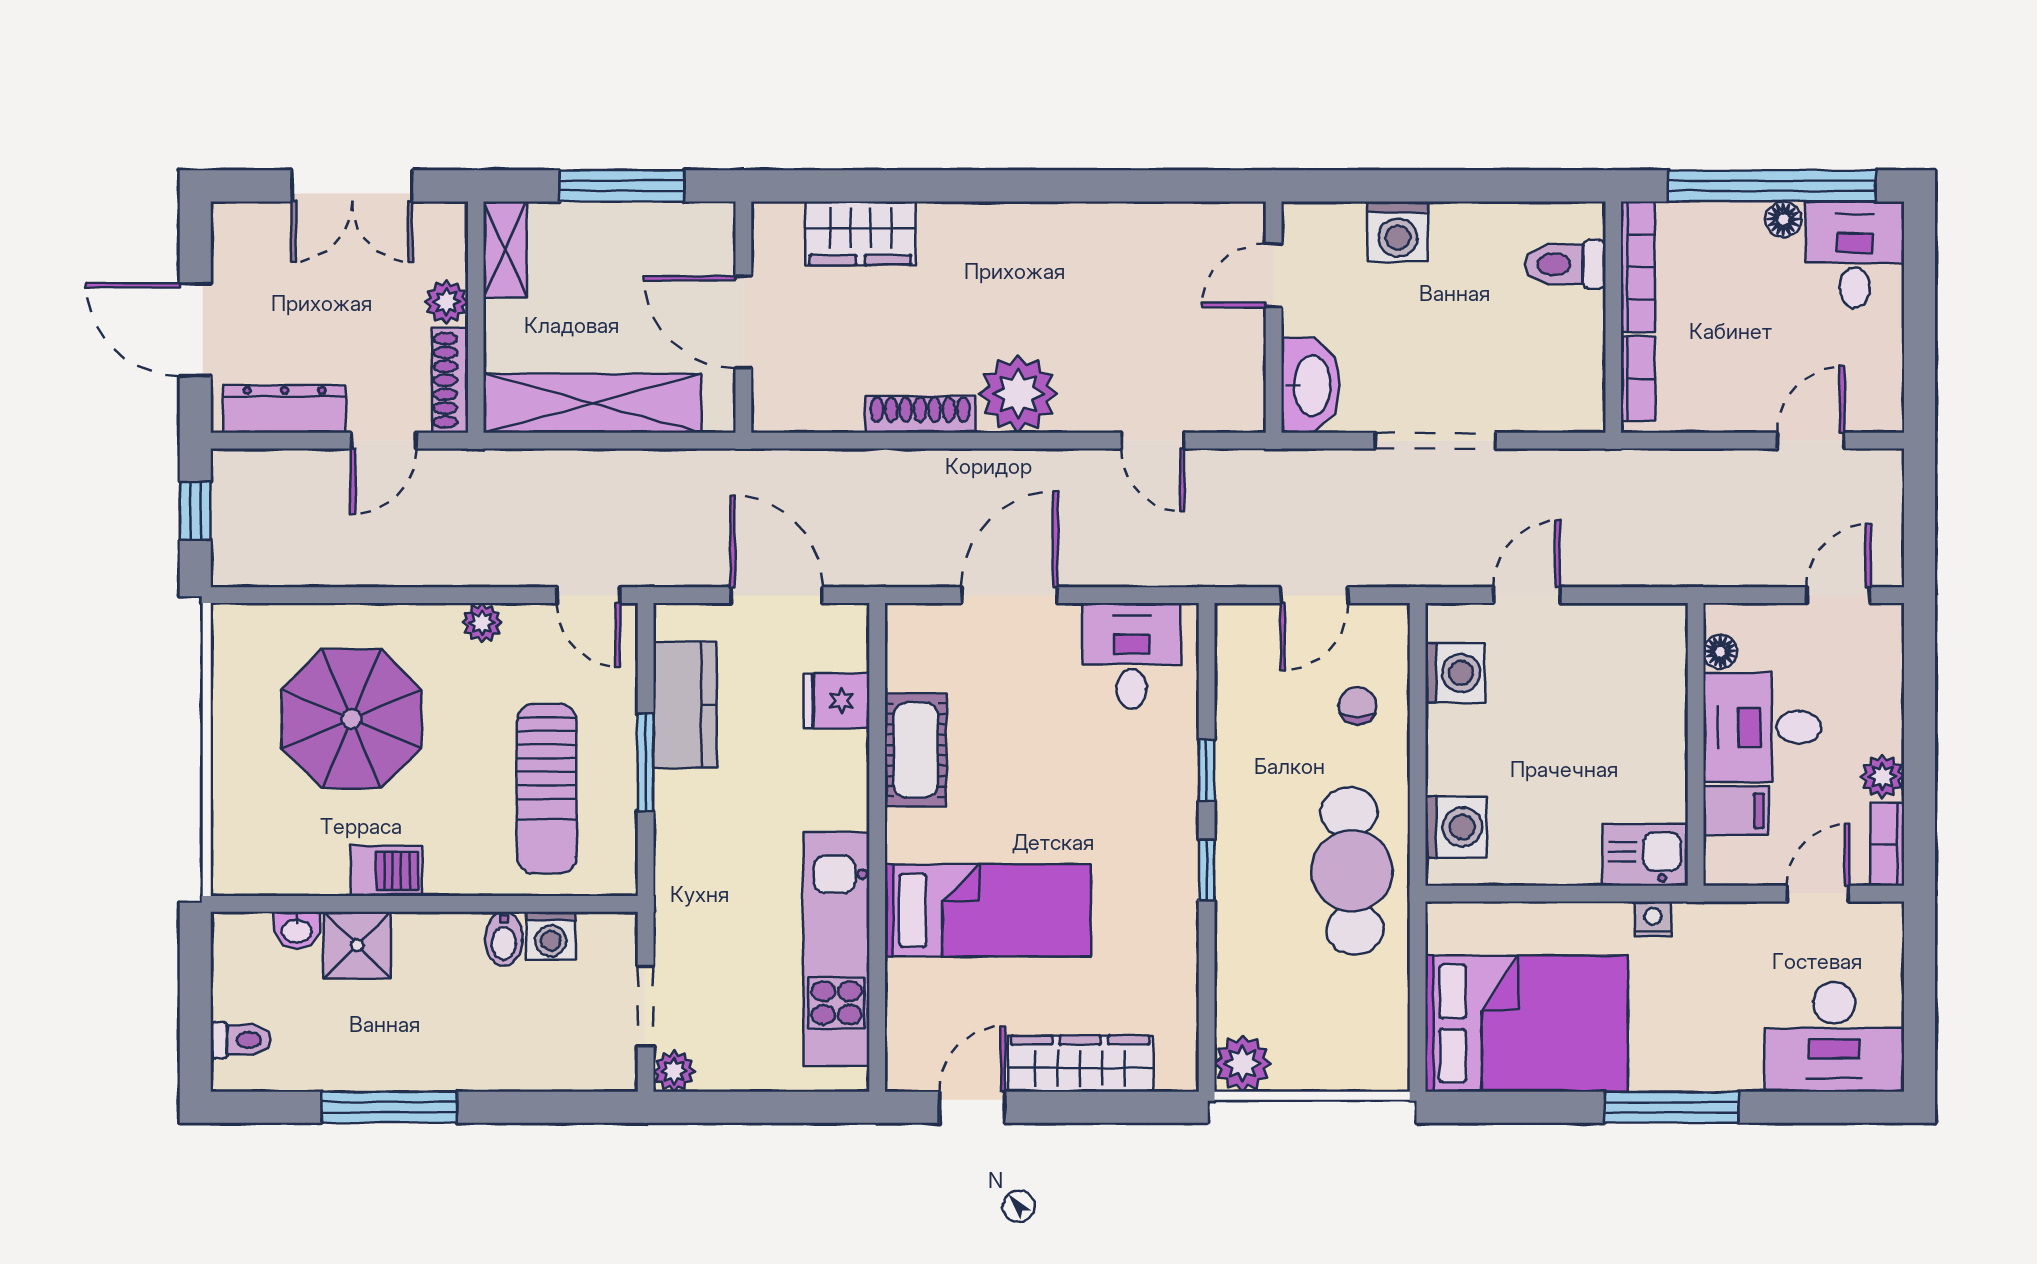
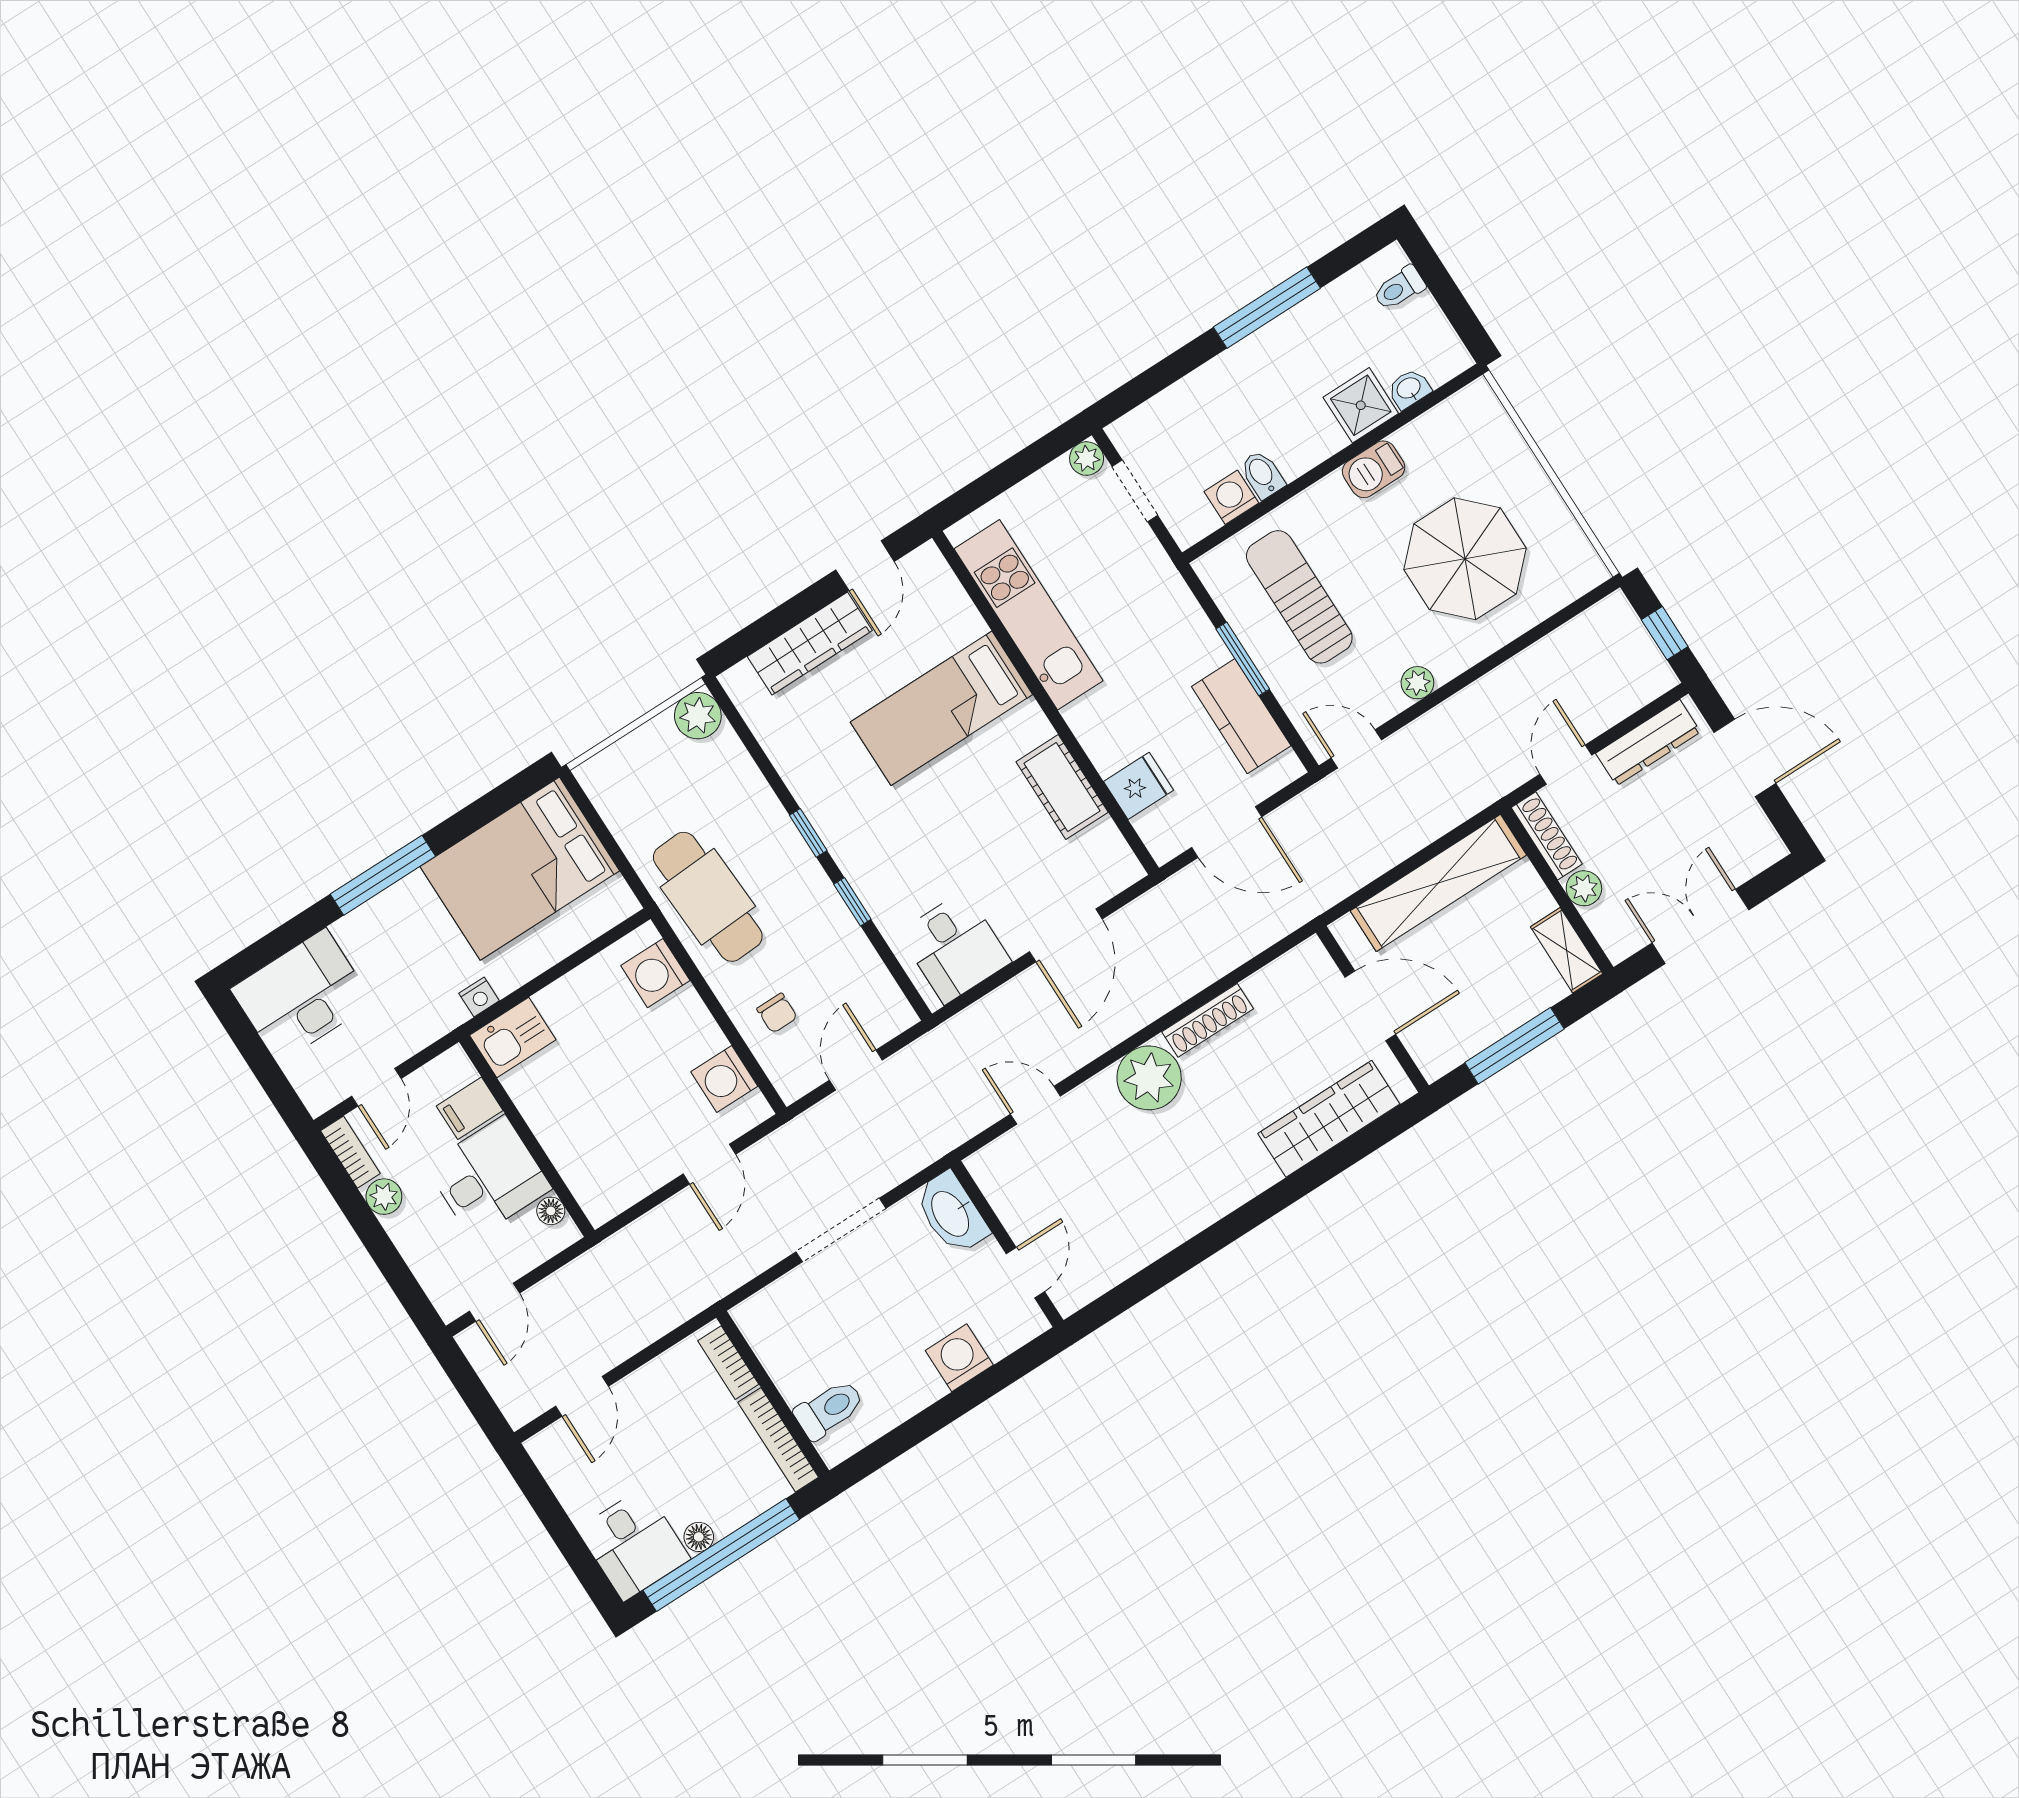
wardrobe: (860, 233) -> (1329, 1119), width x1.50

